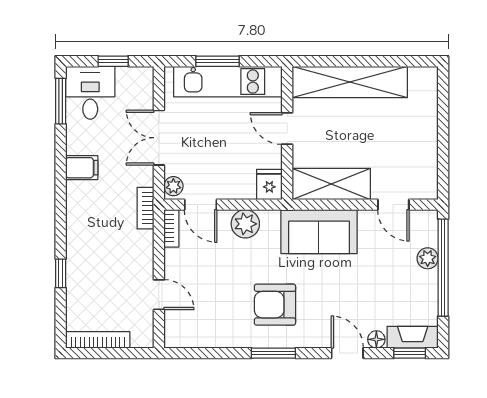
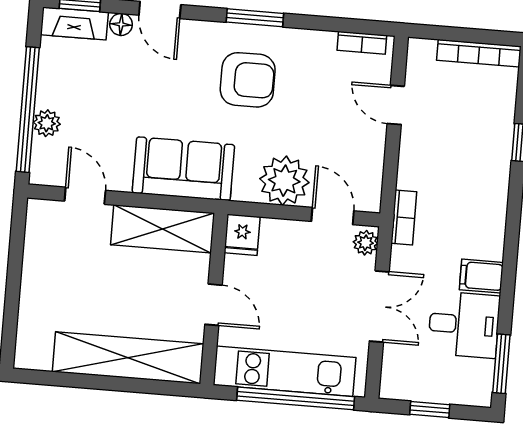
window: (218, 61) -> (296, 398), width x2.11
desk: (90, 93) -> (464, 325), moved, turned -90
plant: (245, 224) -> (284, 181), width x1.36, depth x1.36
bookcase: (171, 228) -> (362, 43), moved, turned -90

